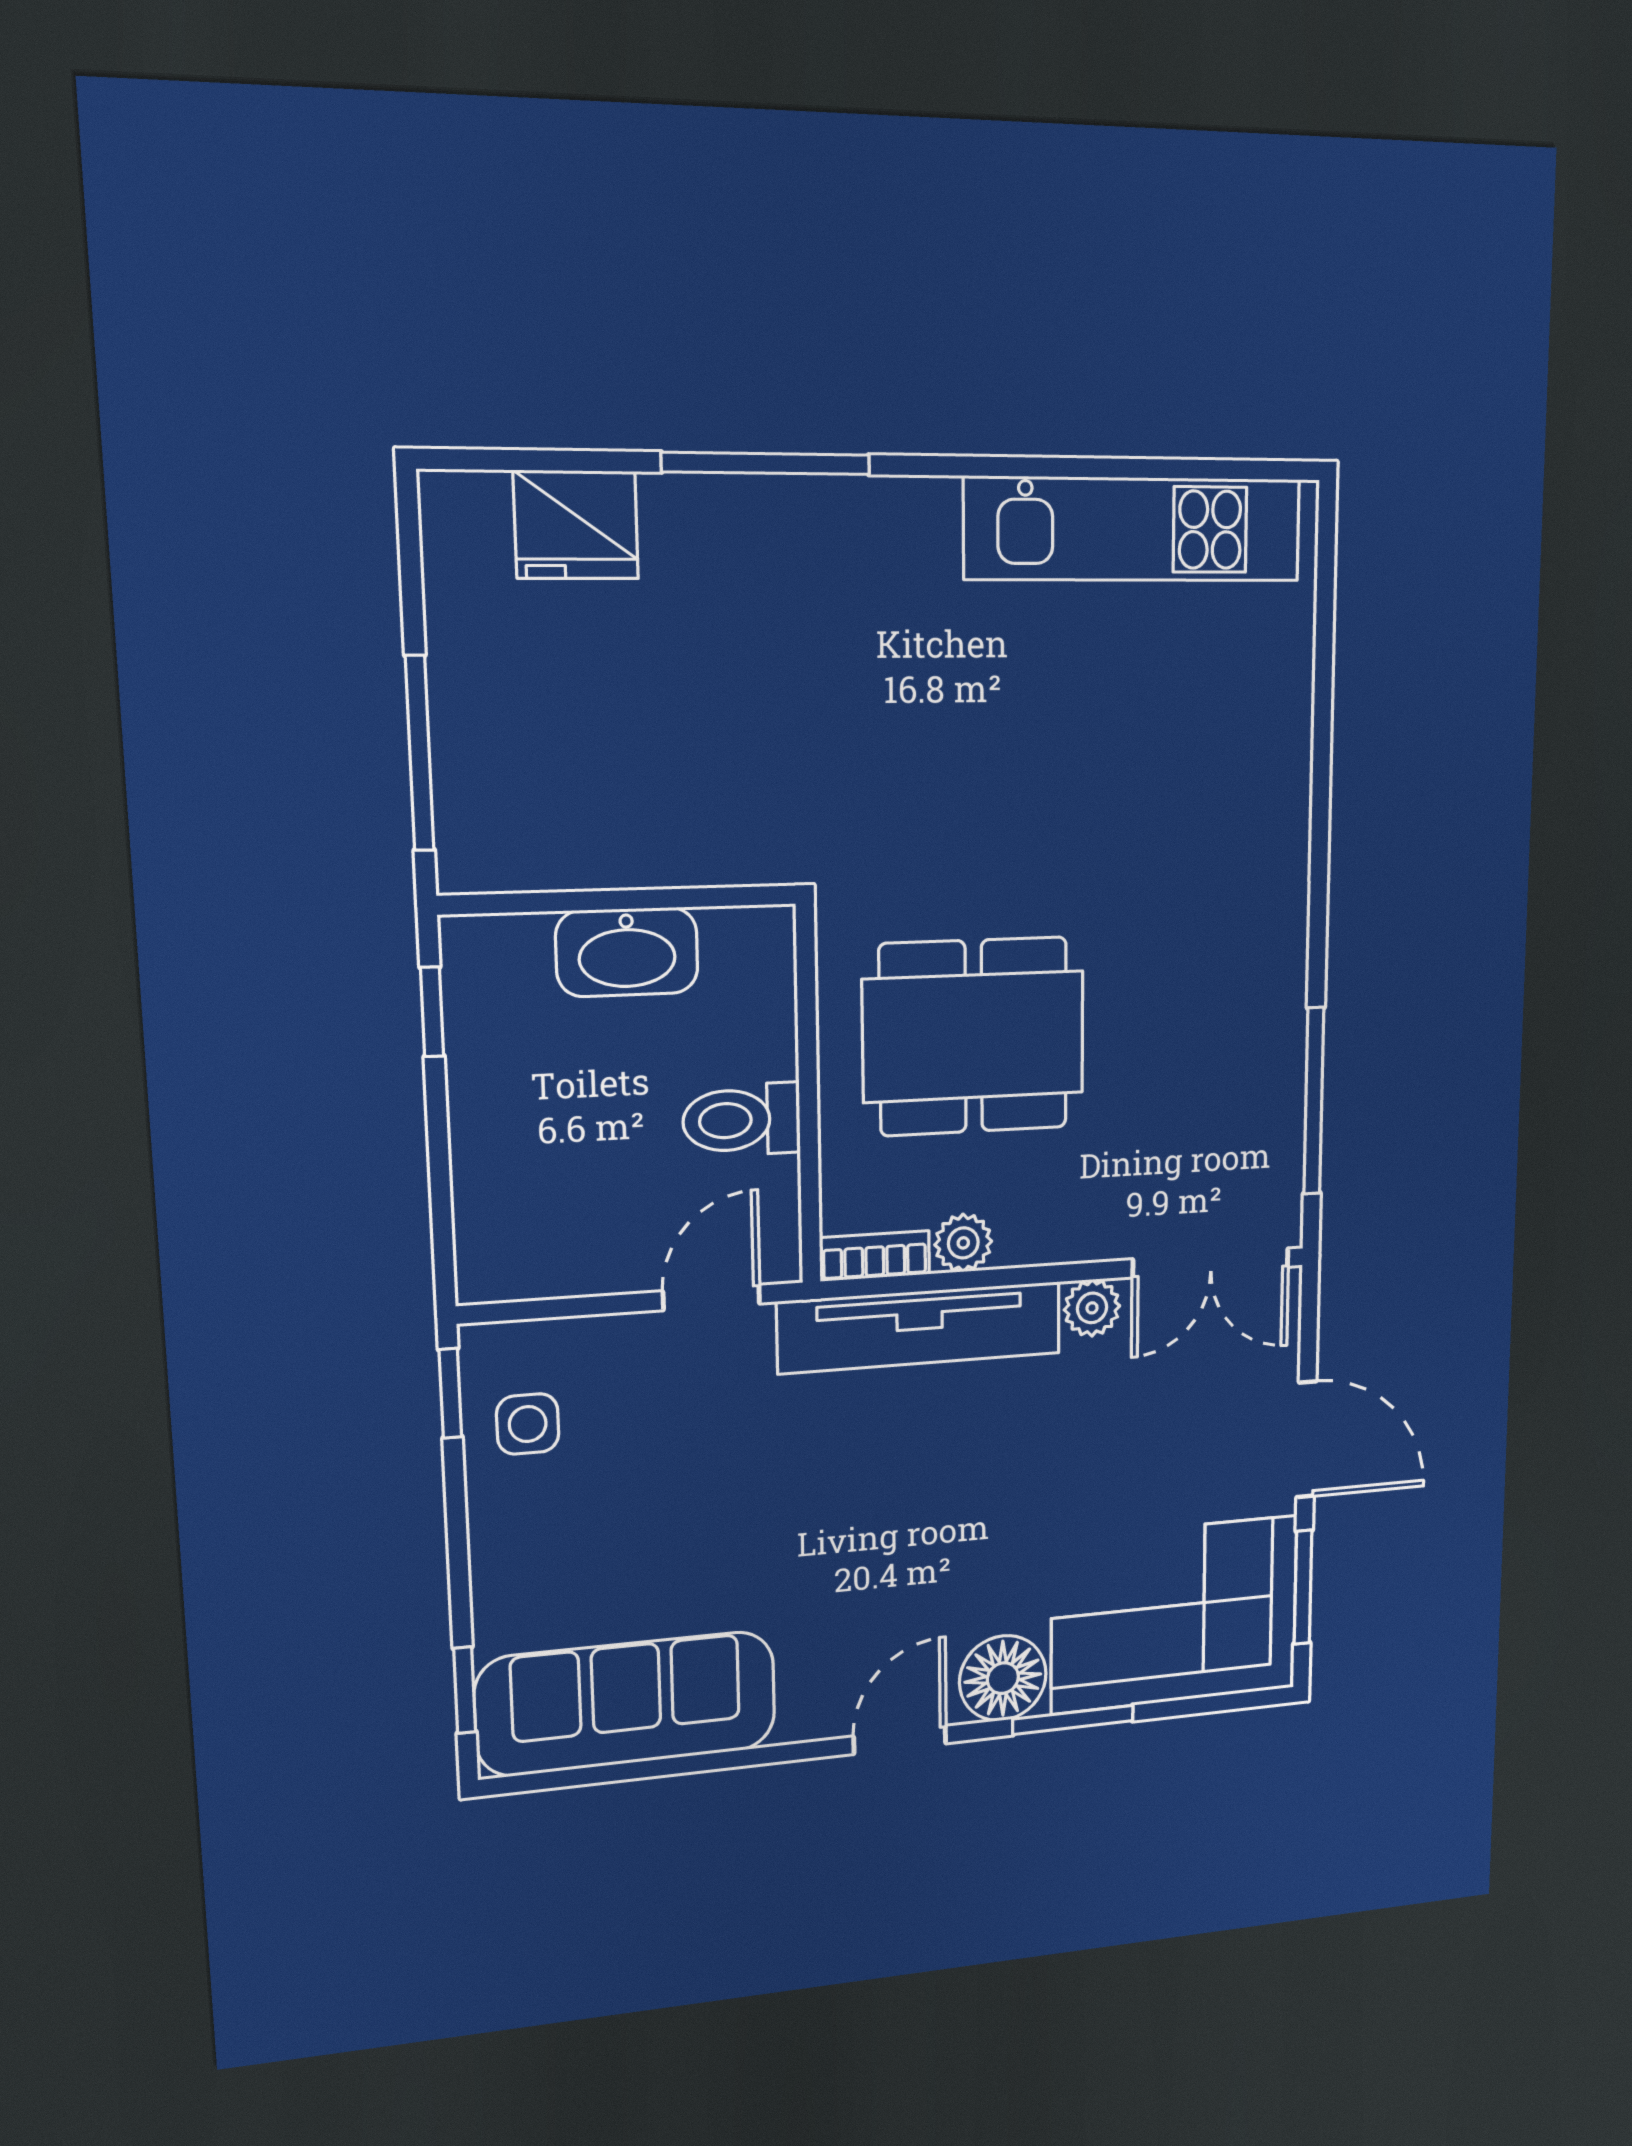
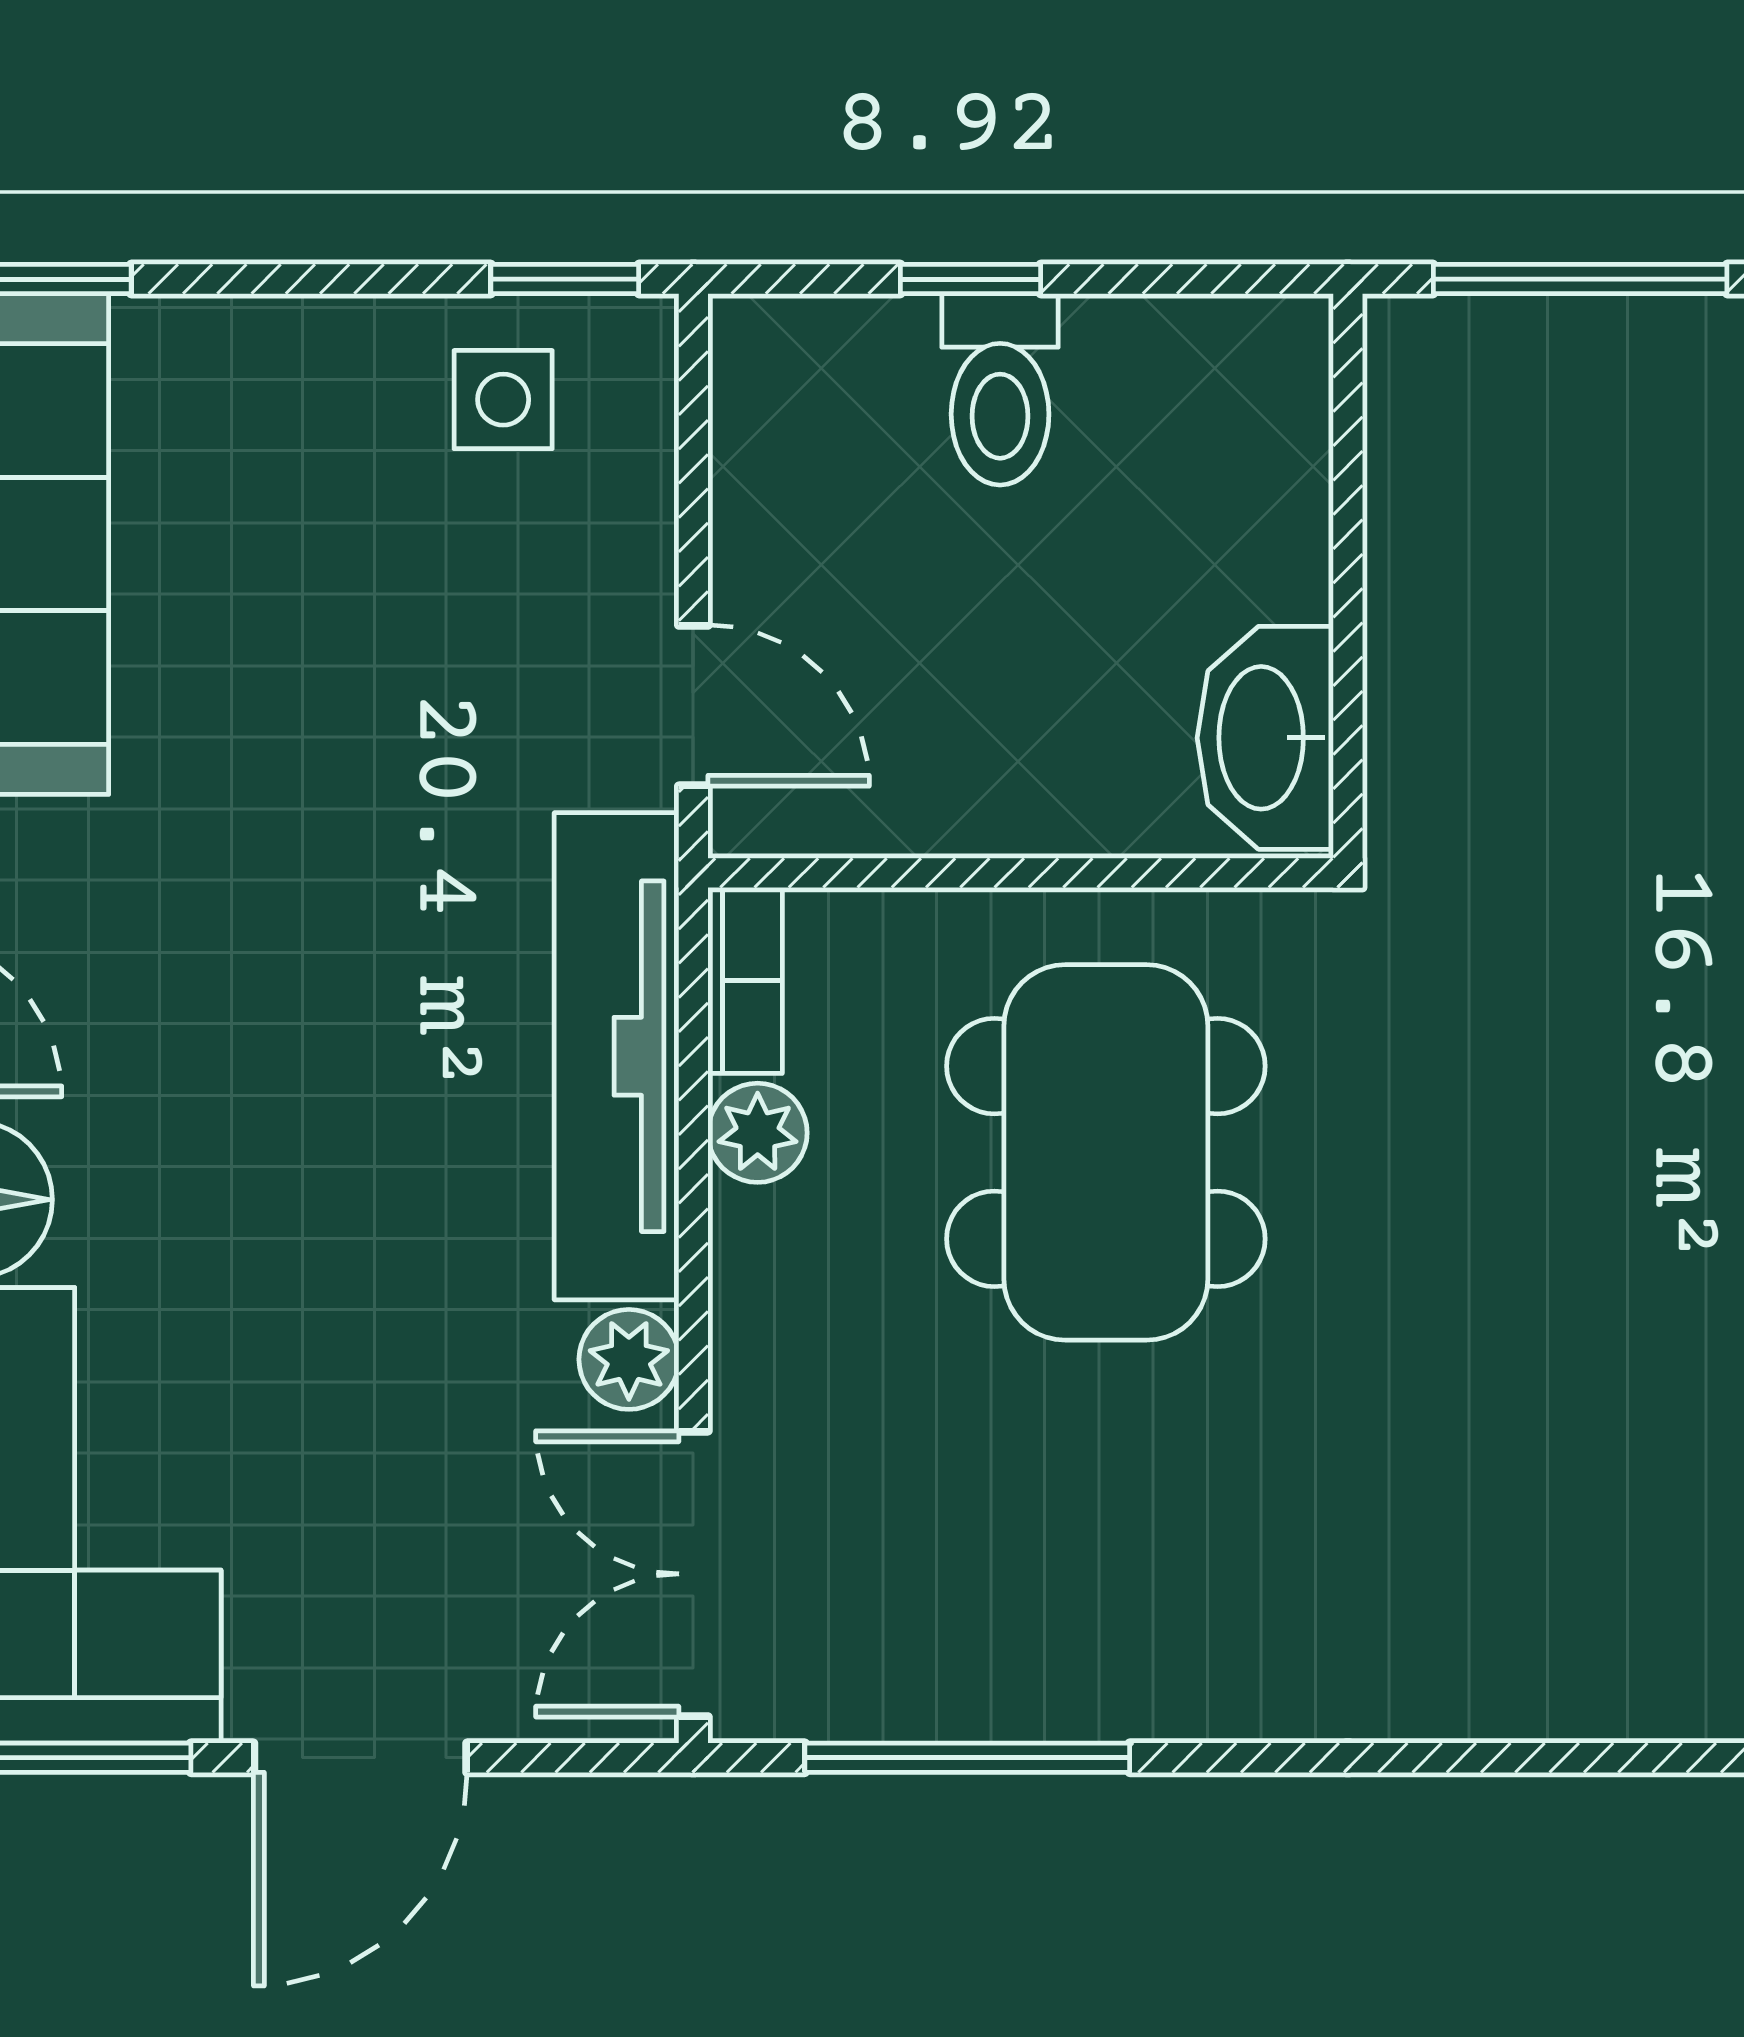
washbasin: (627, 952) -> (1265, 738), moved
window: (432, 1012) -> (971, 279), moved
toilet: (742, 1120) -> (1000, 389), moved, turned 180

